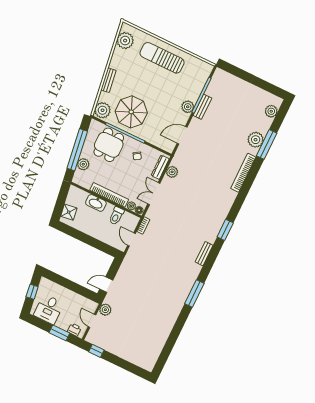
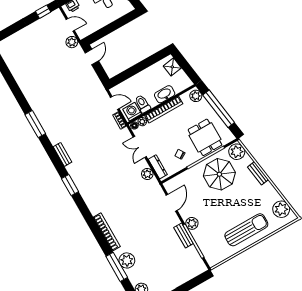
plant: (83, 164) -> (196, 96), moved
double door: (154, 194) -> (140, 147), swing flipped
washing machine: (129, 220) -> (132, 112), added

